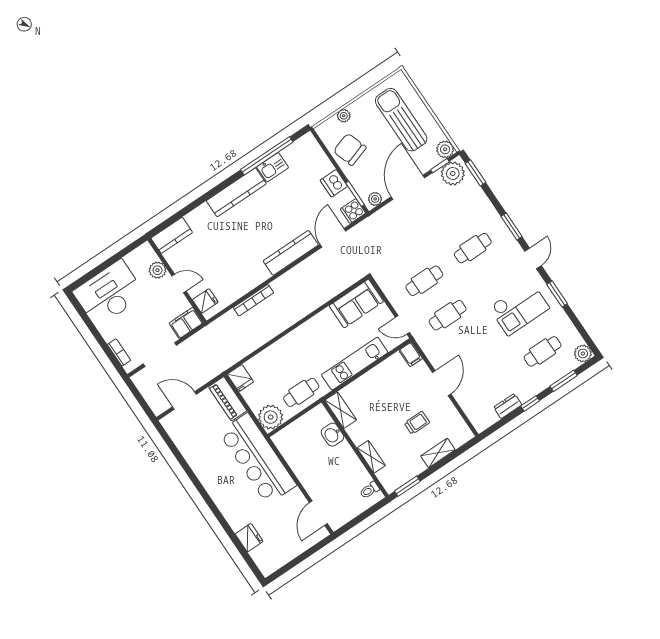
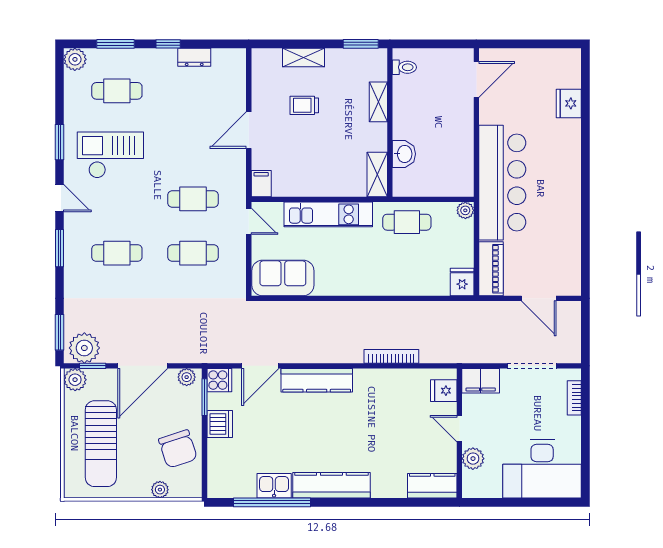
door: (533, 258) -> (60, 198), swing flipped
plant: (271, 417) -> (465, 210), width x0.53, depth x0.53

